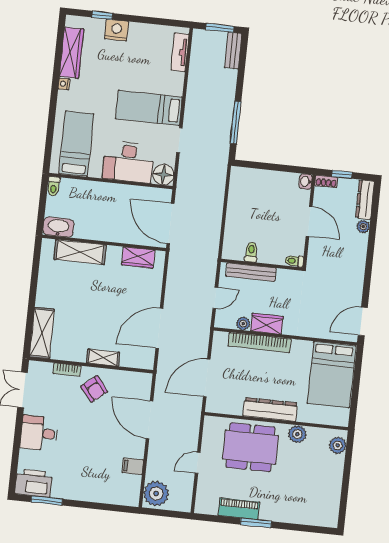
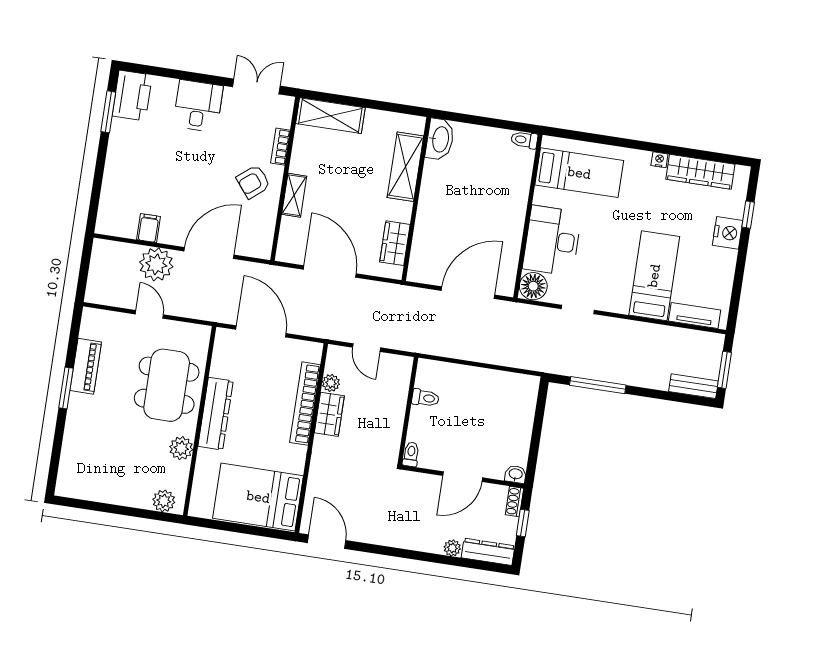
bed: (149, 108) -> (654, 276), moved
washbasin: (58, 227) -> (440, 139), moved
wall: (104, 243) -> (416, 199), moved
shelving: (80, 252) -> (405, 167), moved
wardrobe: (138, 257) -> (395, 243), moved
bench: (251, 272) -> (399, 396), removed
plant: (156, 494) -> (156, 264), moved

